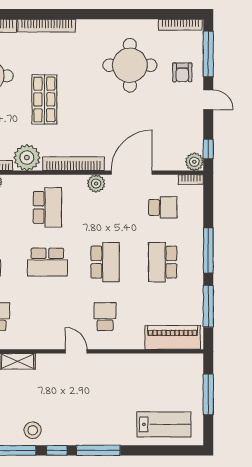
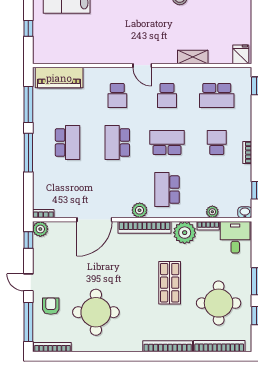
plant: (96, 184) -> (140, 210), moved
school desk: (163, 207) -> (167, 95), moved, turned -90
window: (208, 394) -> (28, 28), width x0.46

